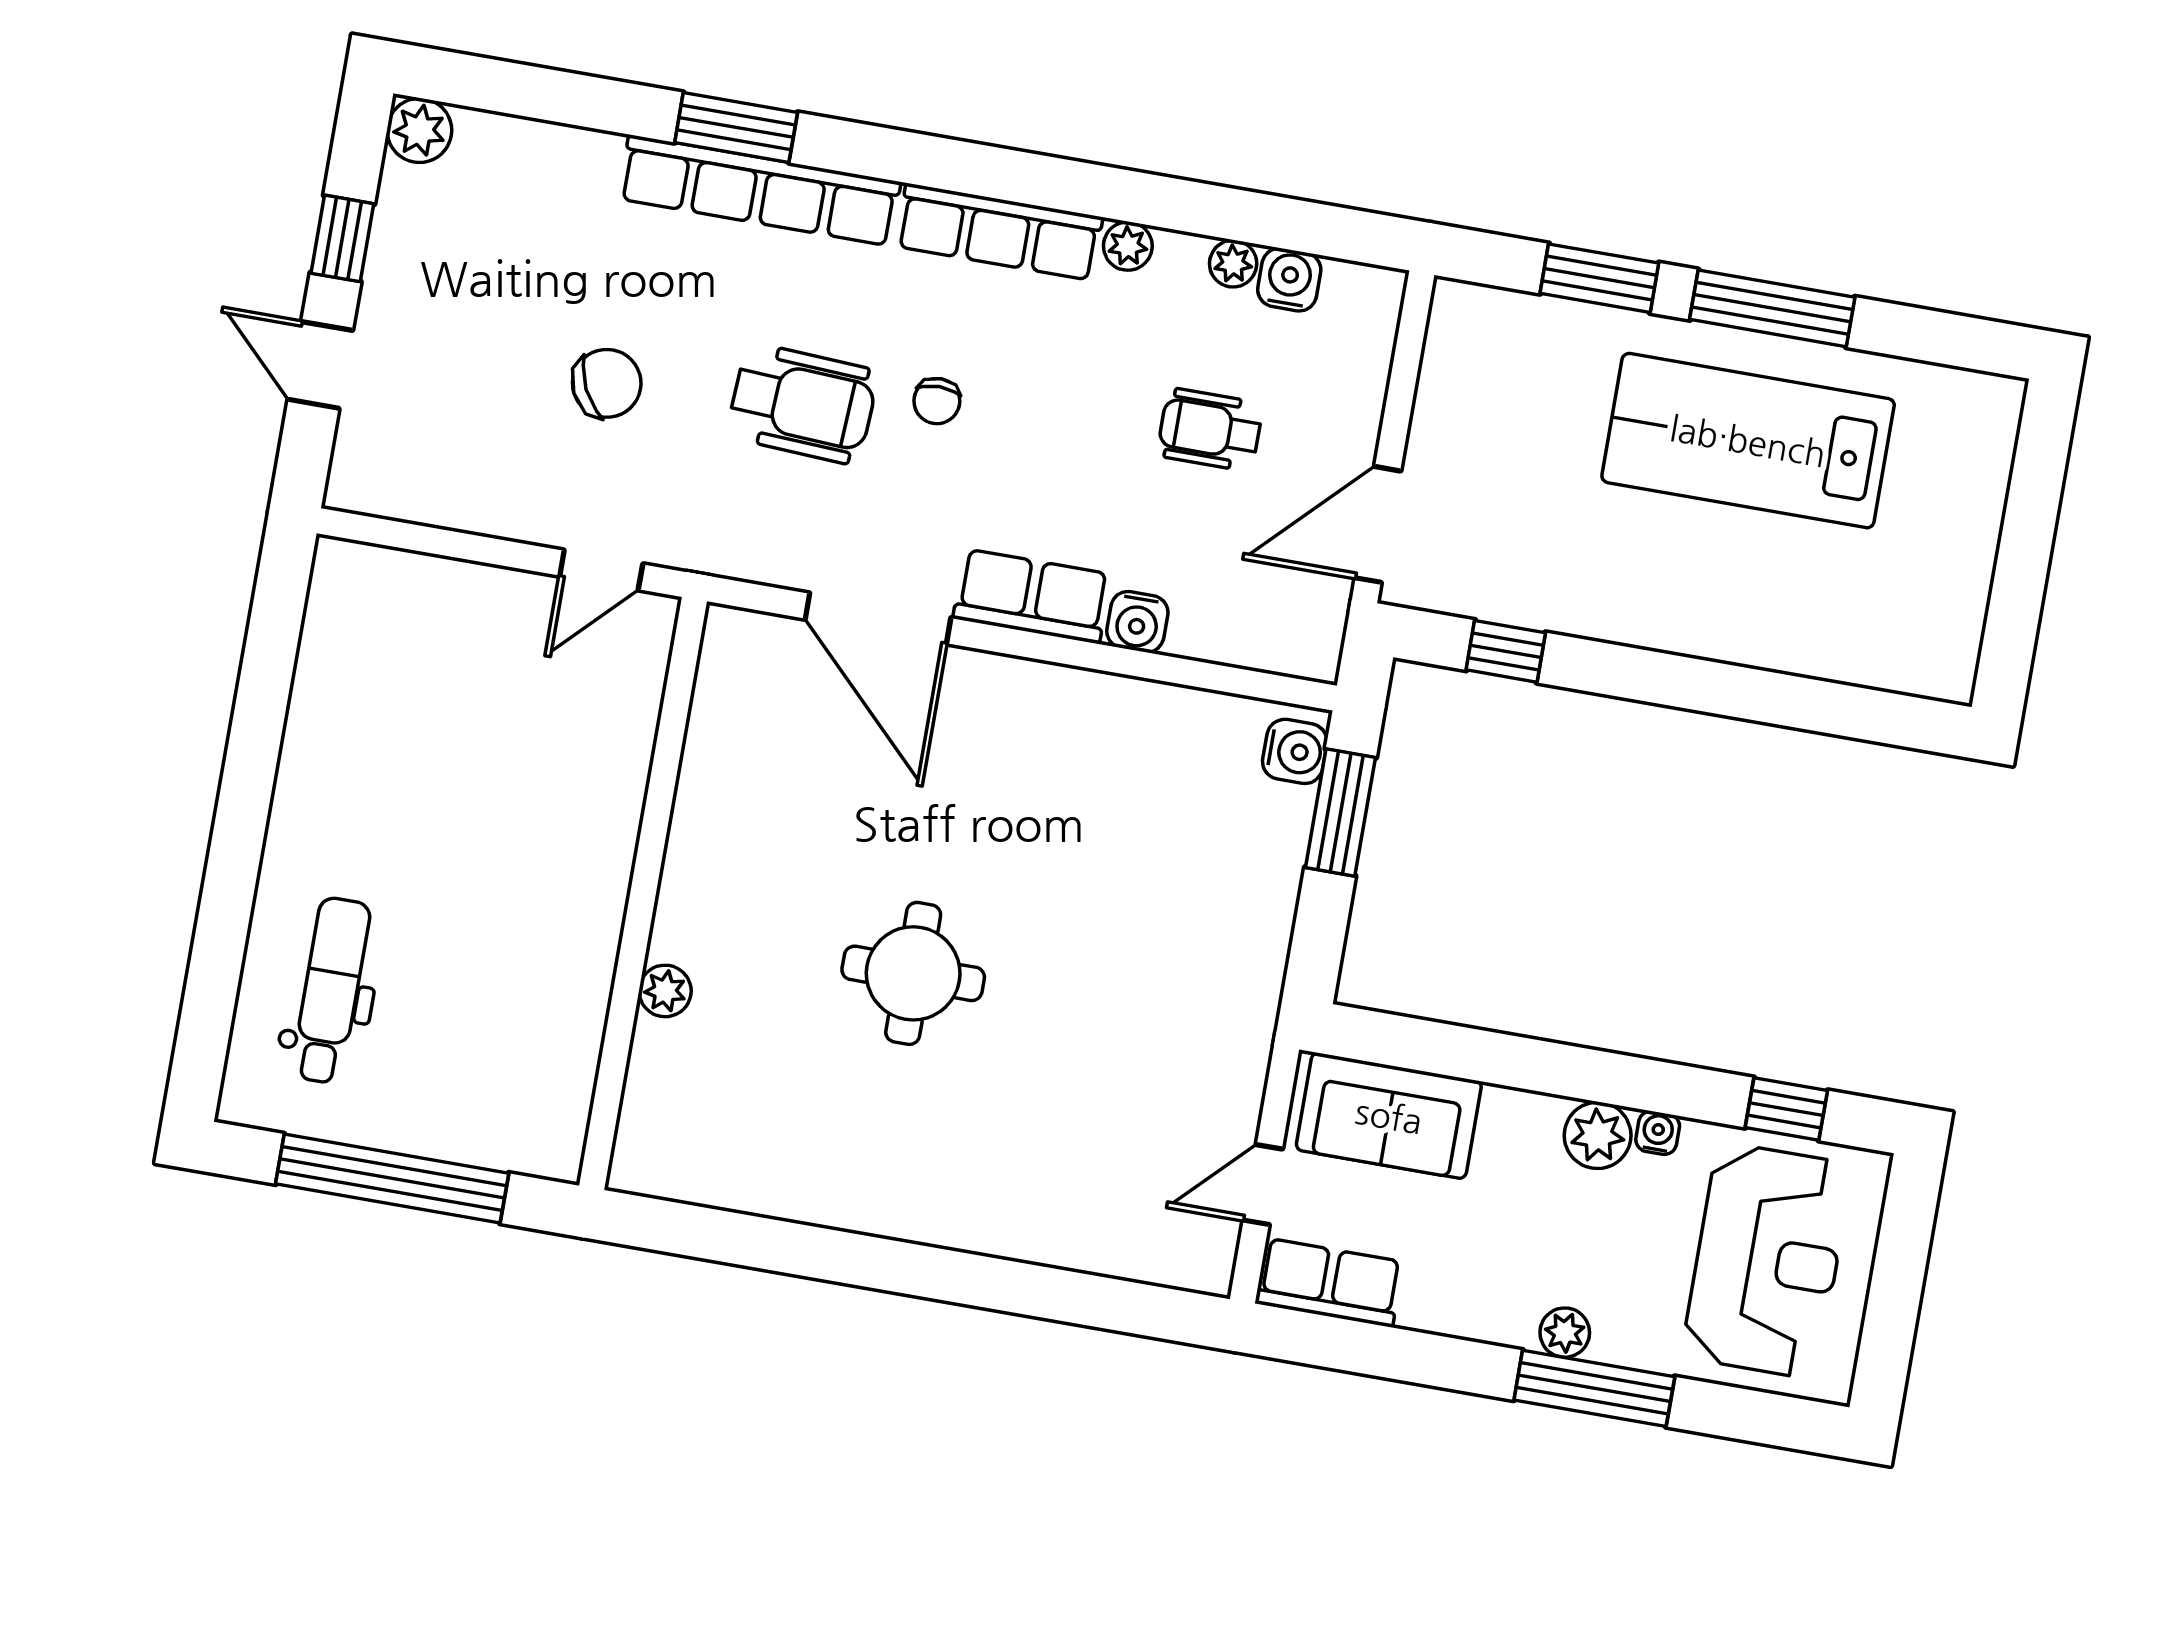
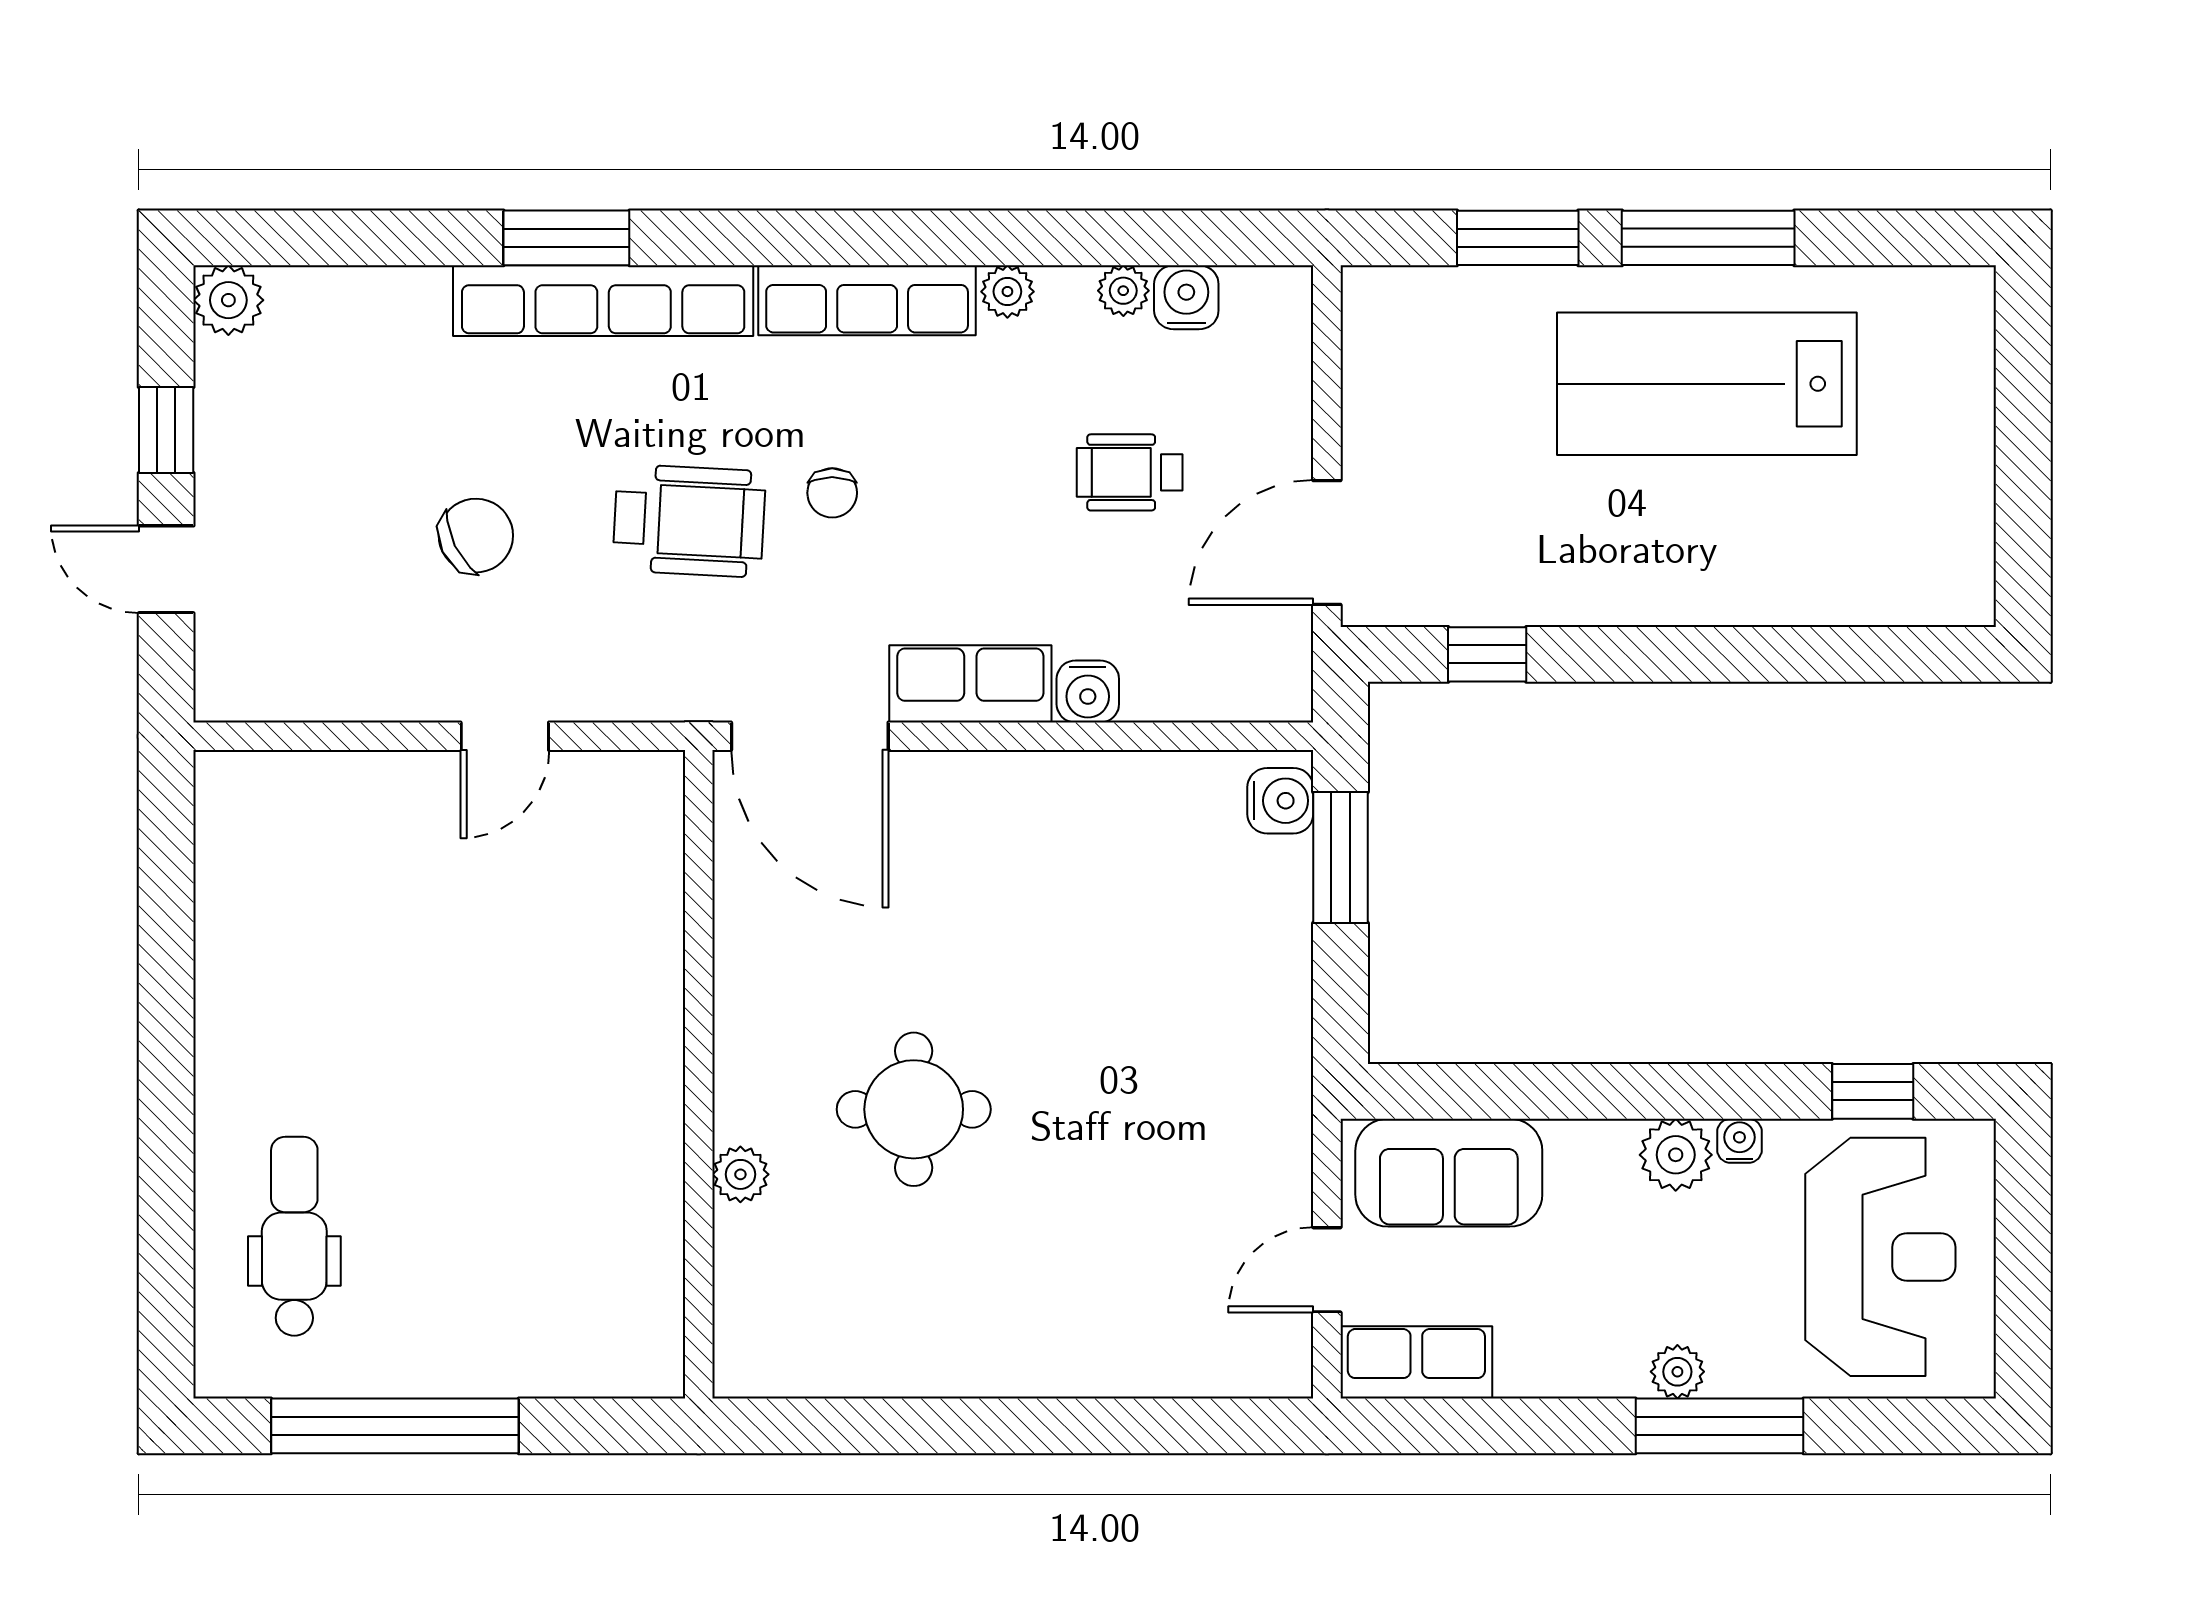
wall: (643, 893) -> (699, 1074), moved
plant: (665, 991) -> (740, 1174), moved

